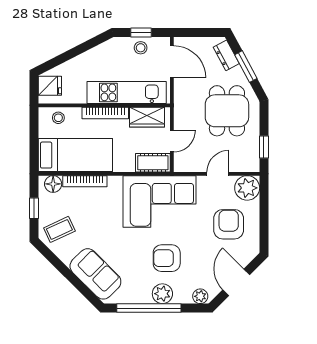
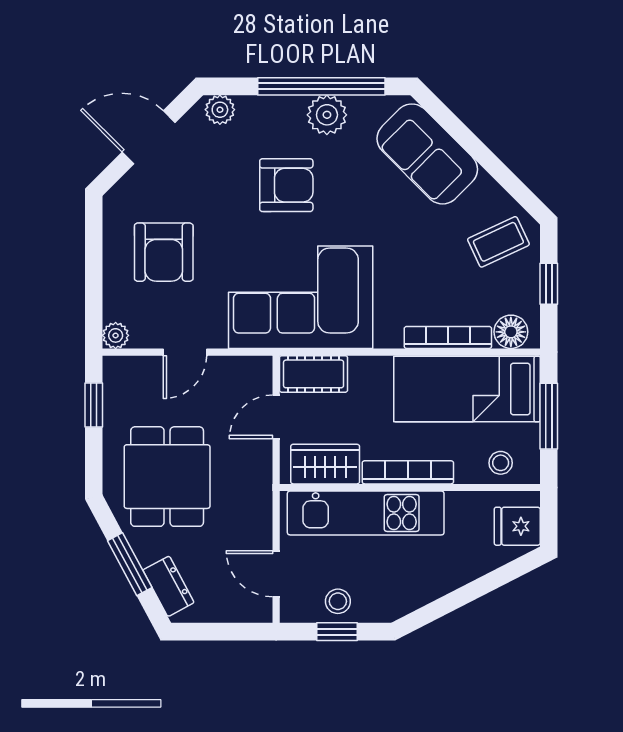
door: (172, 62) -> (276, 574), width x0.73
window: (34, 141) -> (549, 416), added
plant: (247, 188) -> (116, 335), width x0.53, depth x0.53
door: (236, 282) -> (149, 137), swing flipped
plant: (162, 294) -> (327, 115), moved

